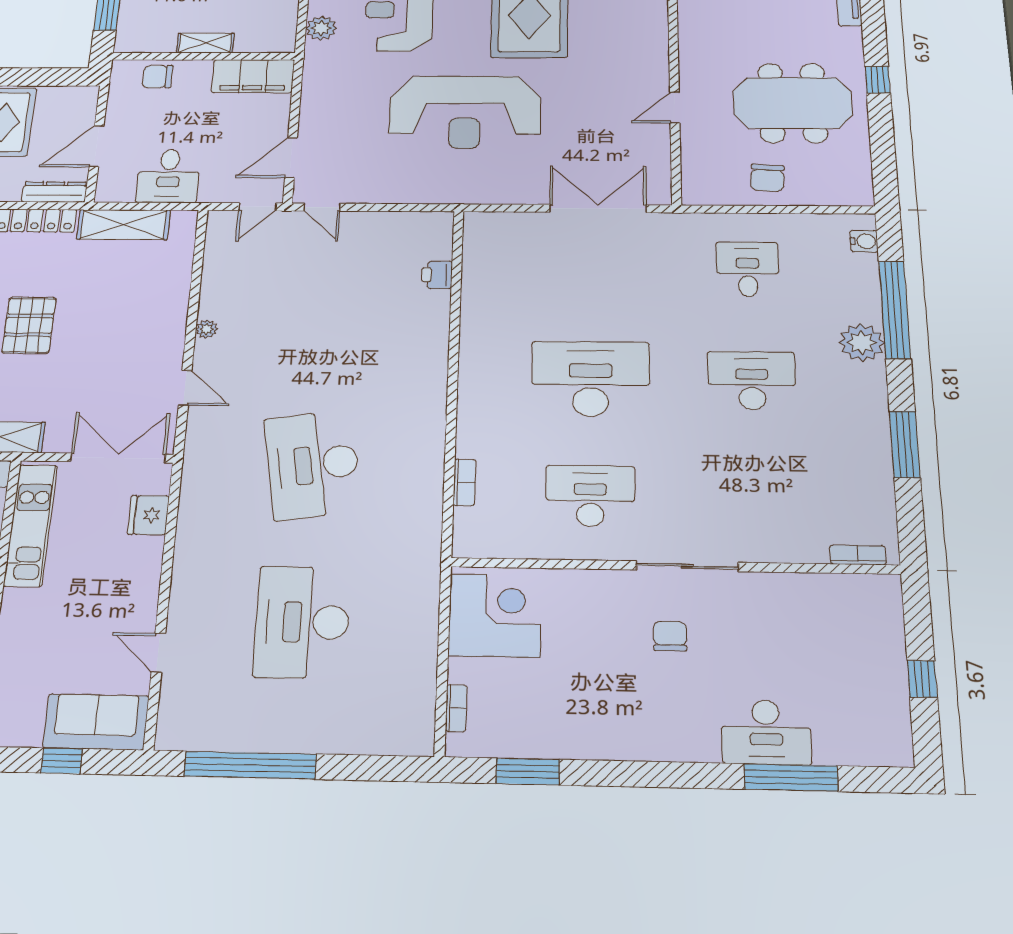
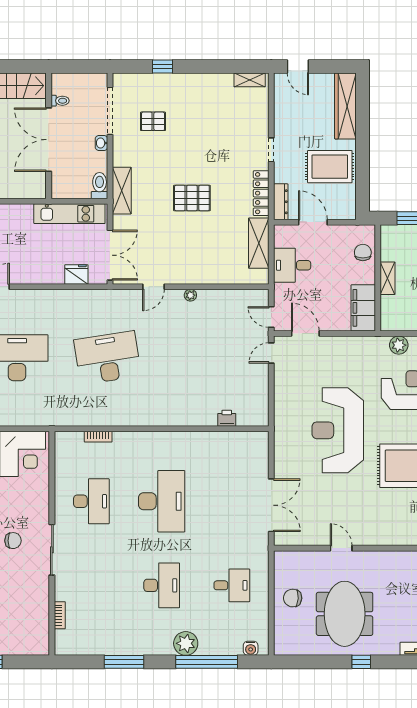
bookcase: (858, 555) -> (60, 615), moved

